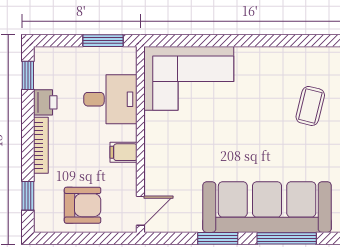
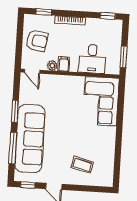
printer: (45, 102) -> (93, 24), removed
plant: (127, 174) -> (52, 66), added
armchair: (83, 205) -> (37, 41), turned -82

